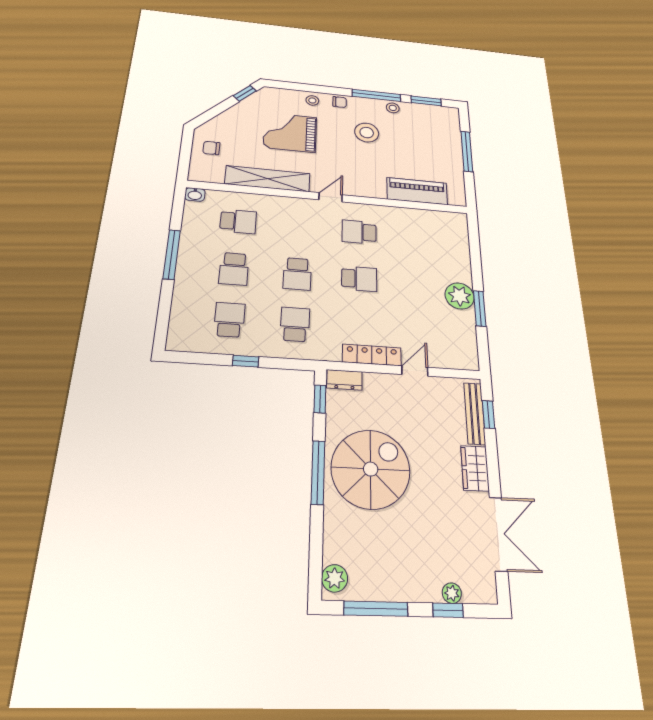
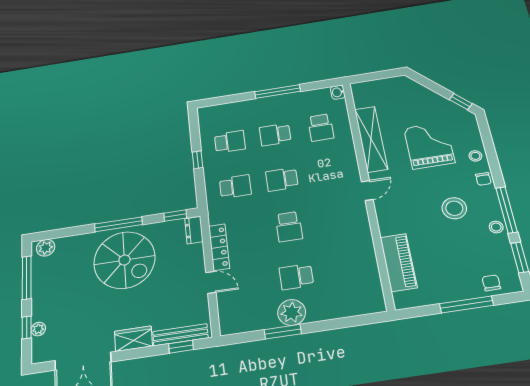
chair: (211, 148) -> (491, 283), moved
door: (331, 197) -> (367, 190), hinge flipped
school desk: (359, 232) -> (296, 277), moved, turned -90

